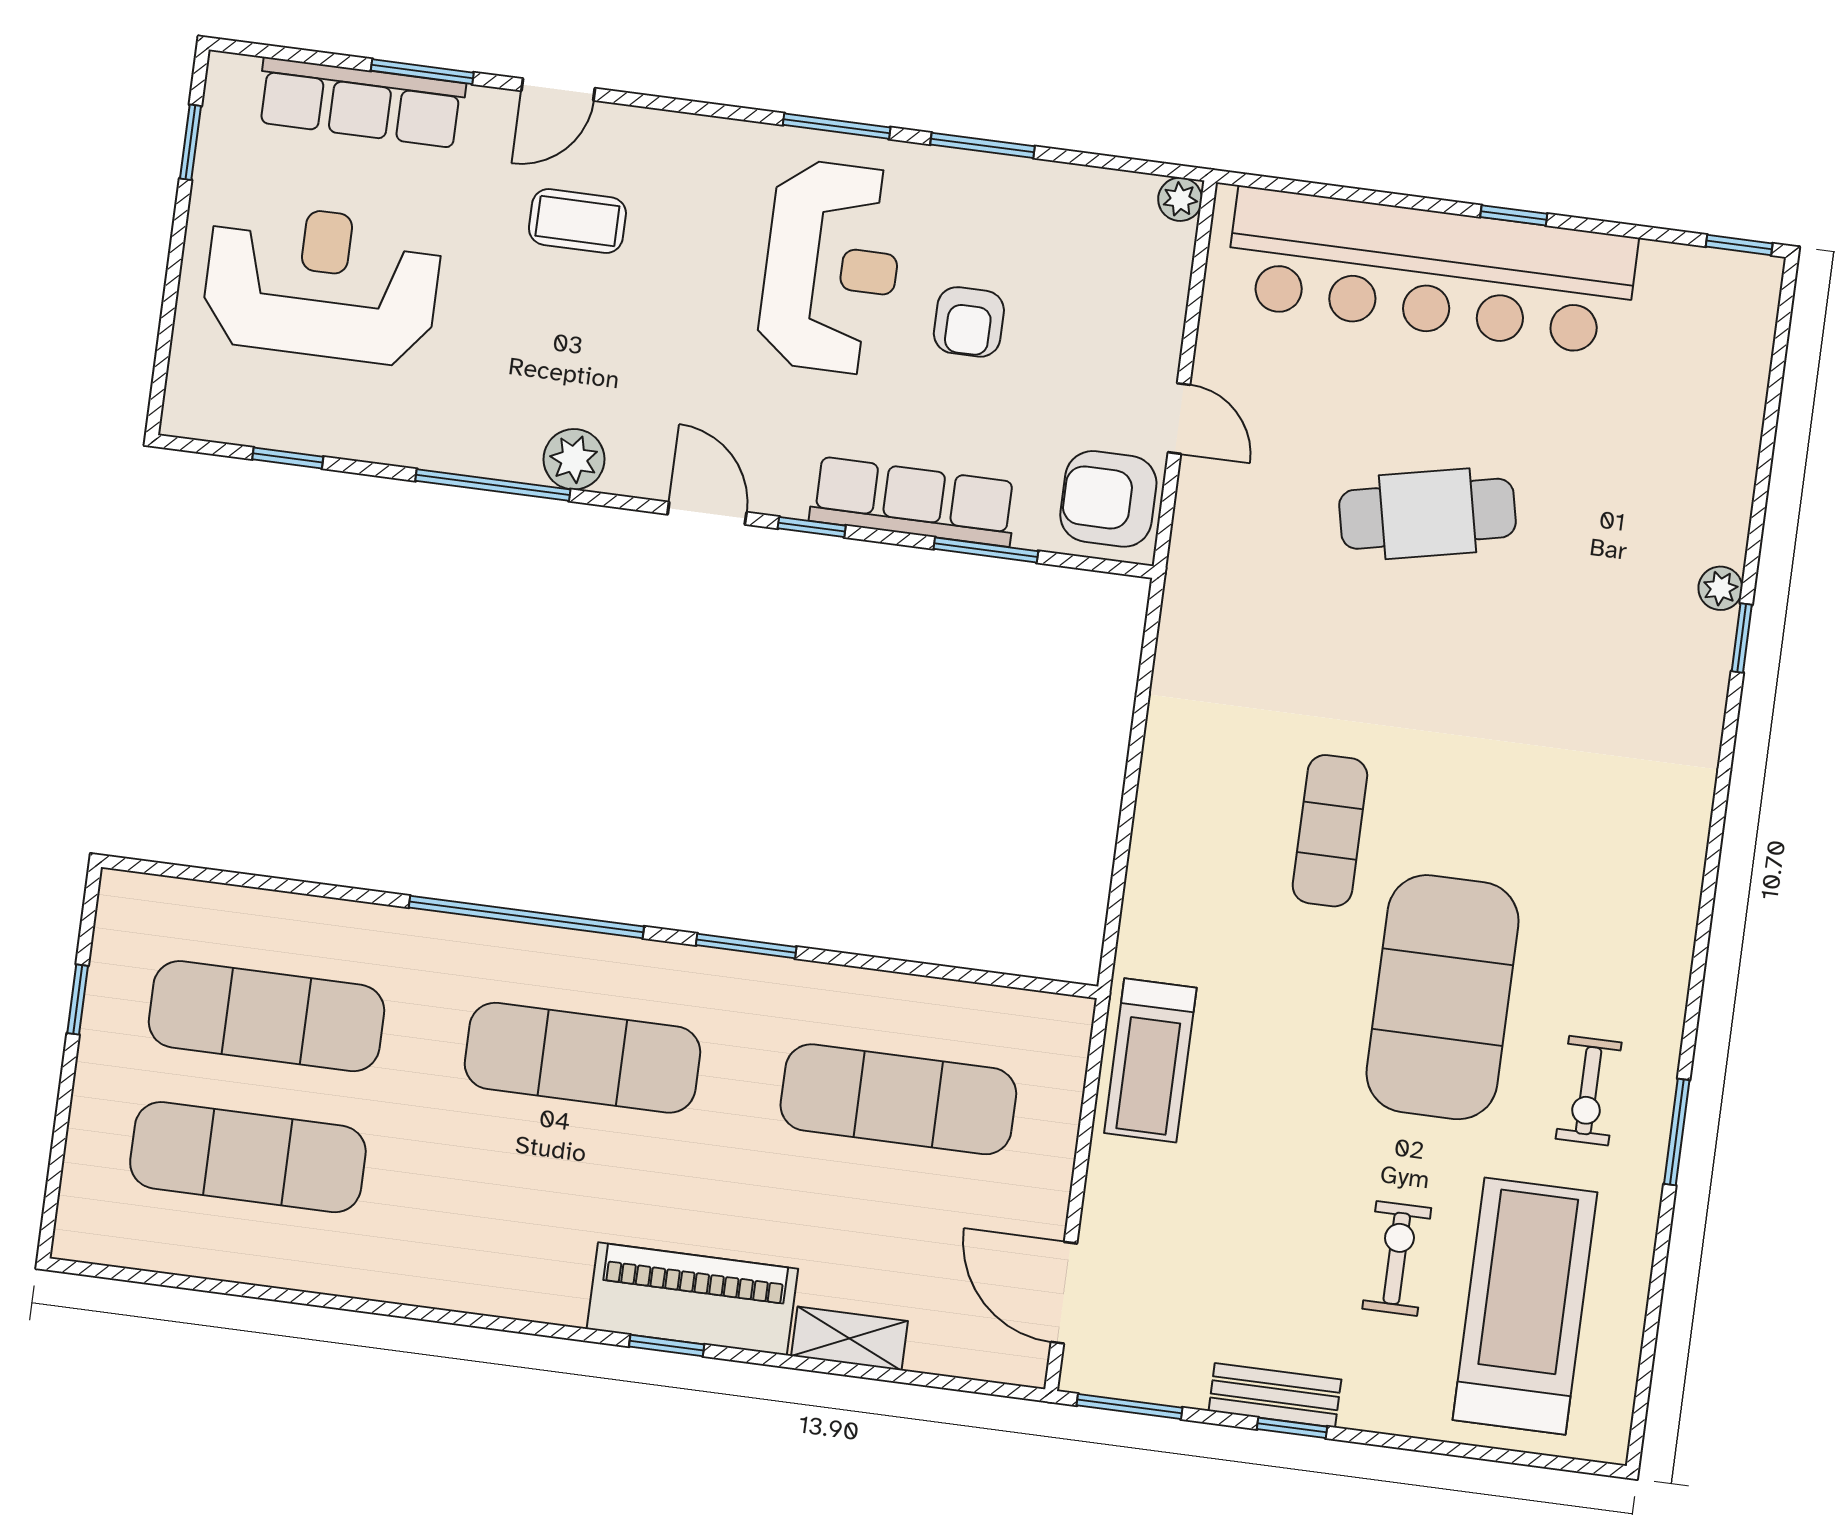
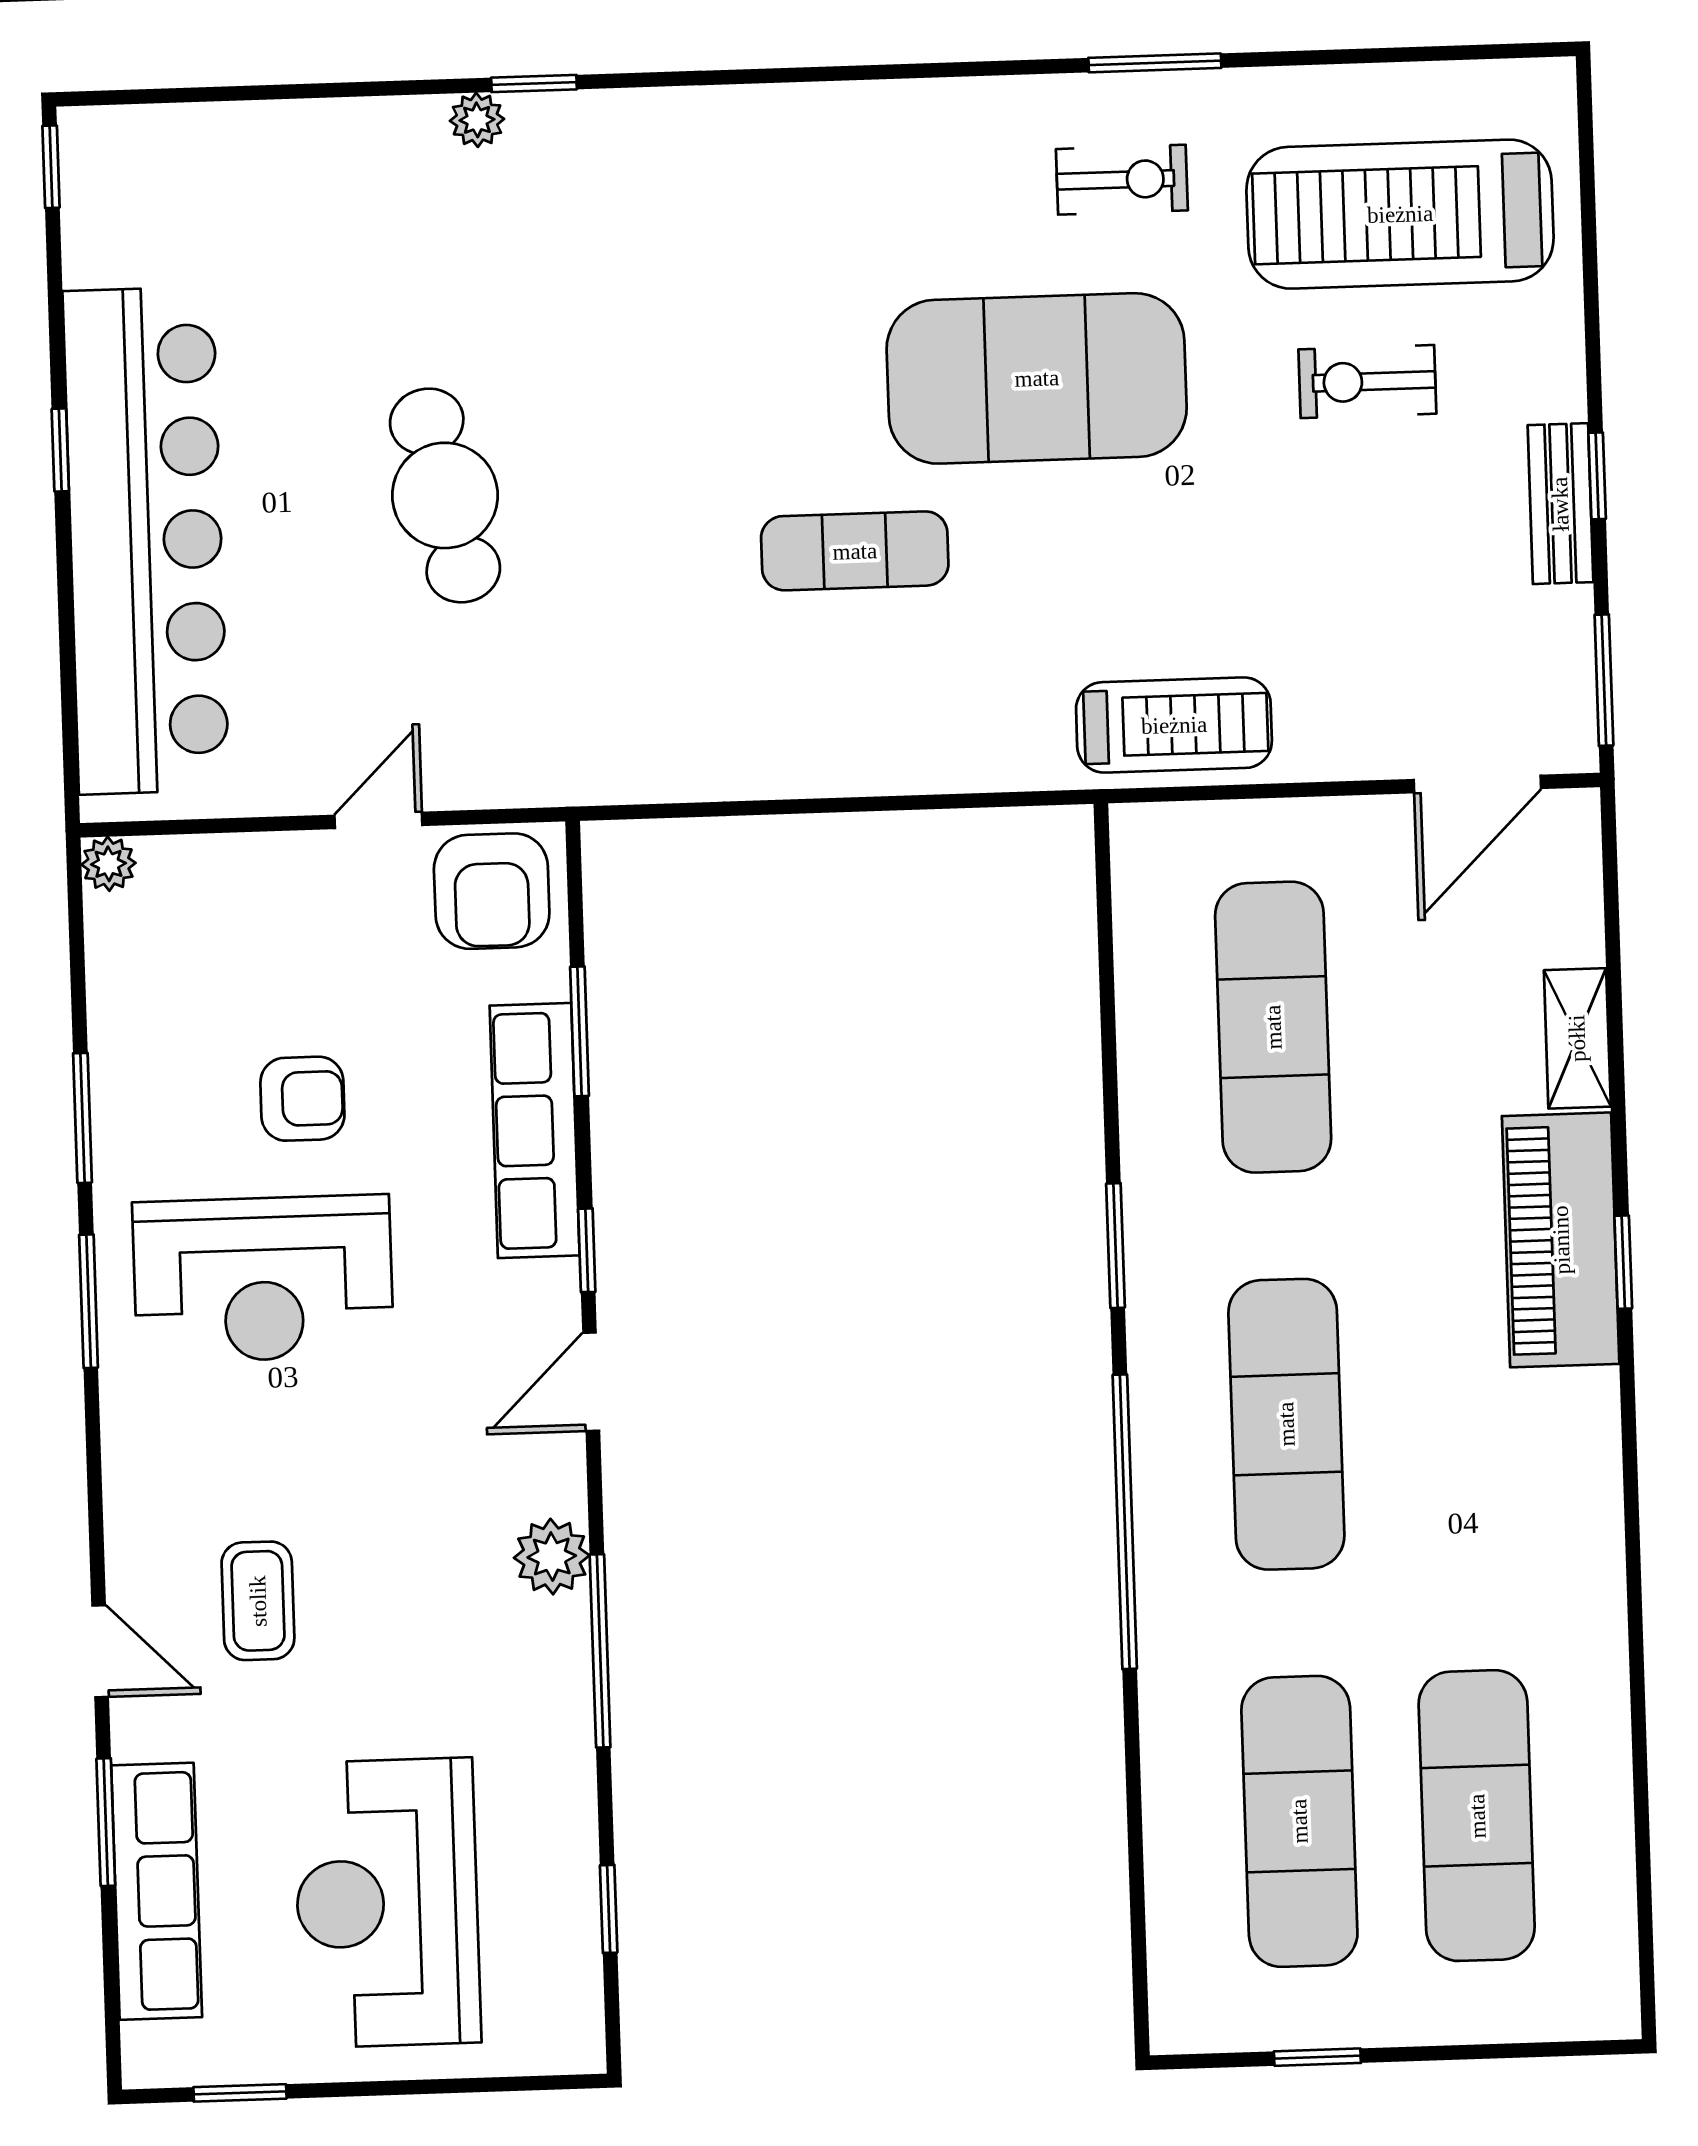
reception desk: (831, 267) -> (263, 1279), turned 180

